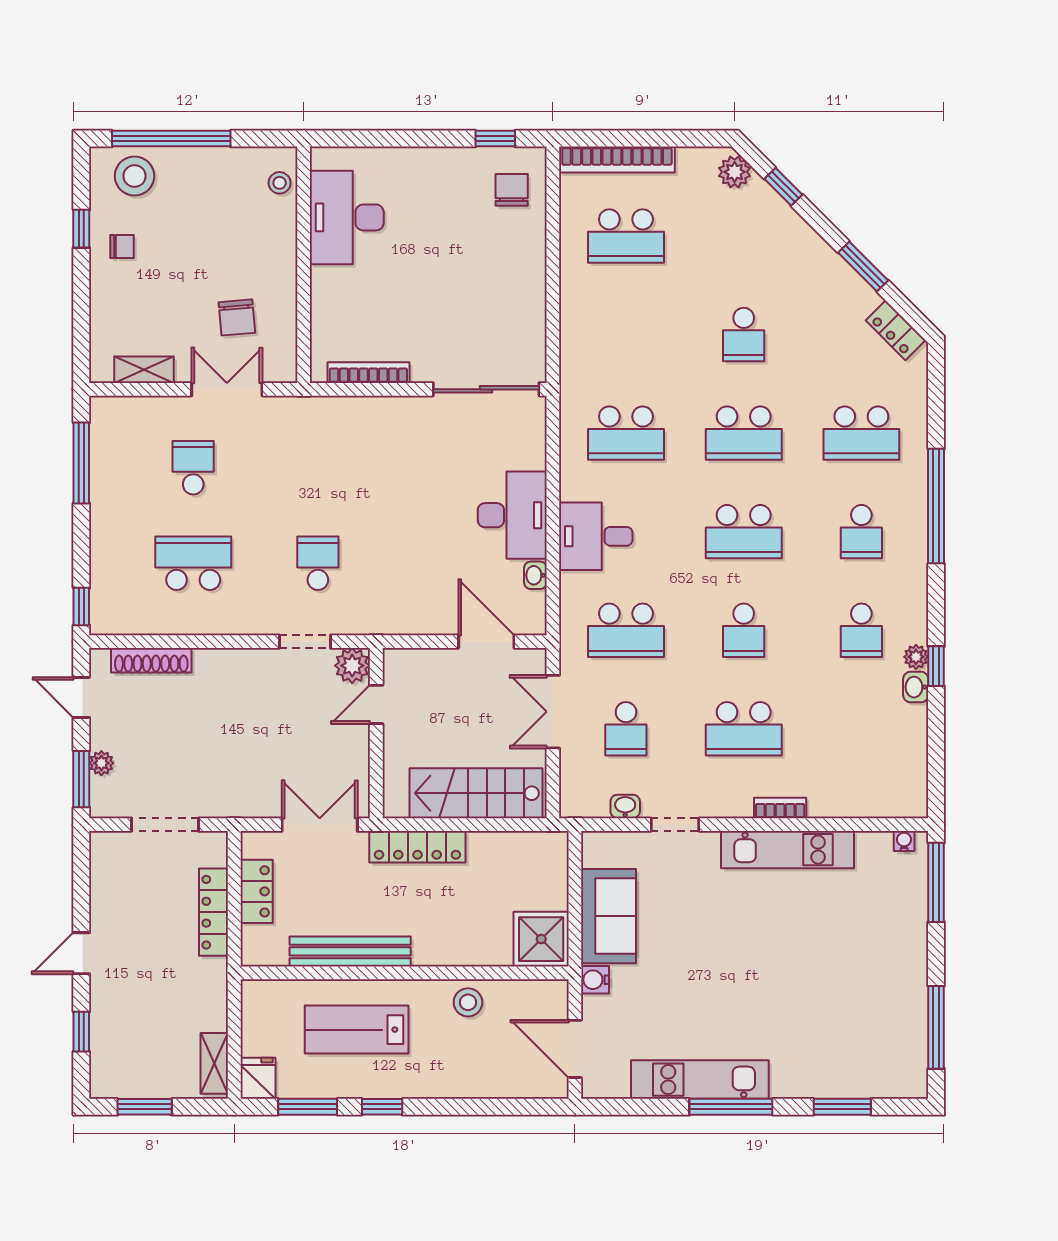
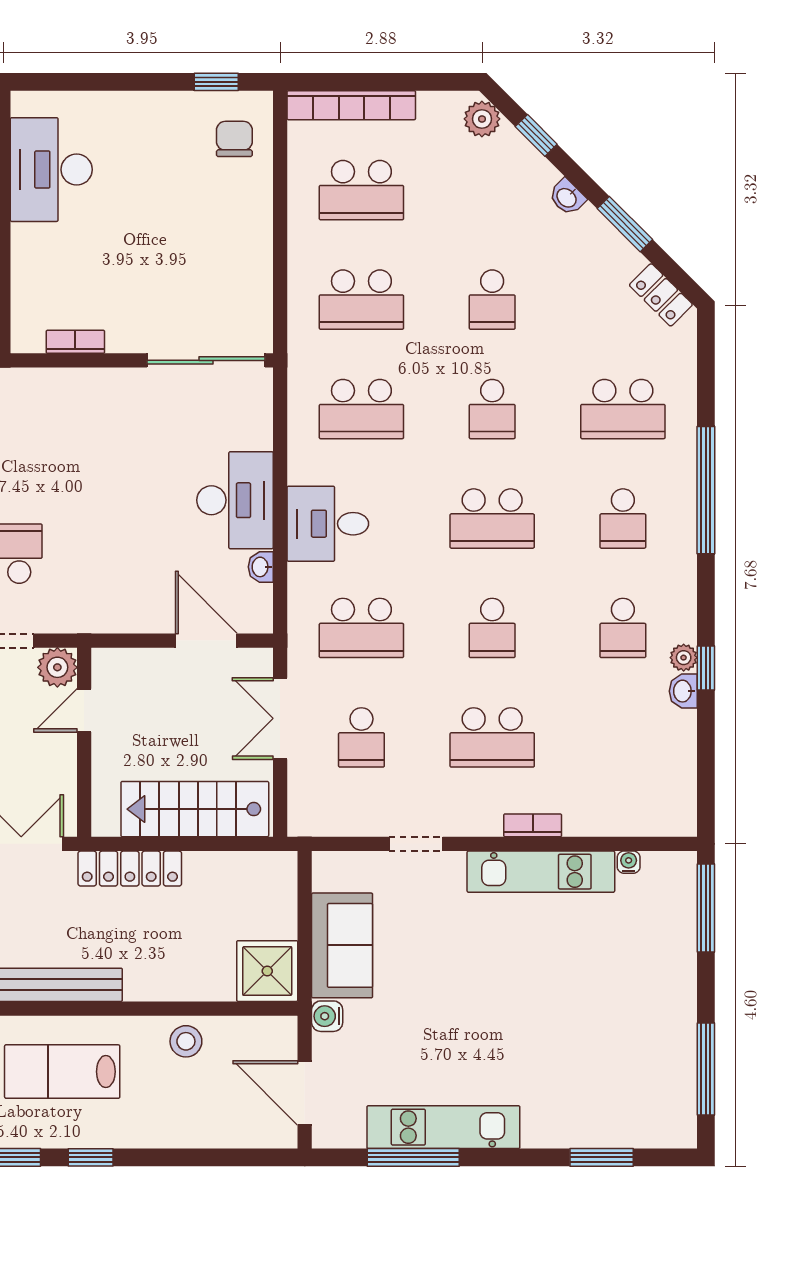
school desk: (626, 335) -> (361, 300), added
bookcase: (368, 373) -> (75, 342), width x0.64
school desk: (744, 433) -> (492, 409), width x0.54
washbasin: (625, 806) -> (567, 197), moved, turned -135
water cooler: (904, 841) -> (629, 862), moved
window: (731, 1107) -> (413, 1157), moved

